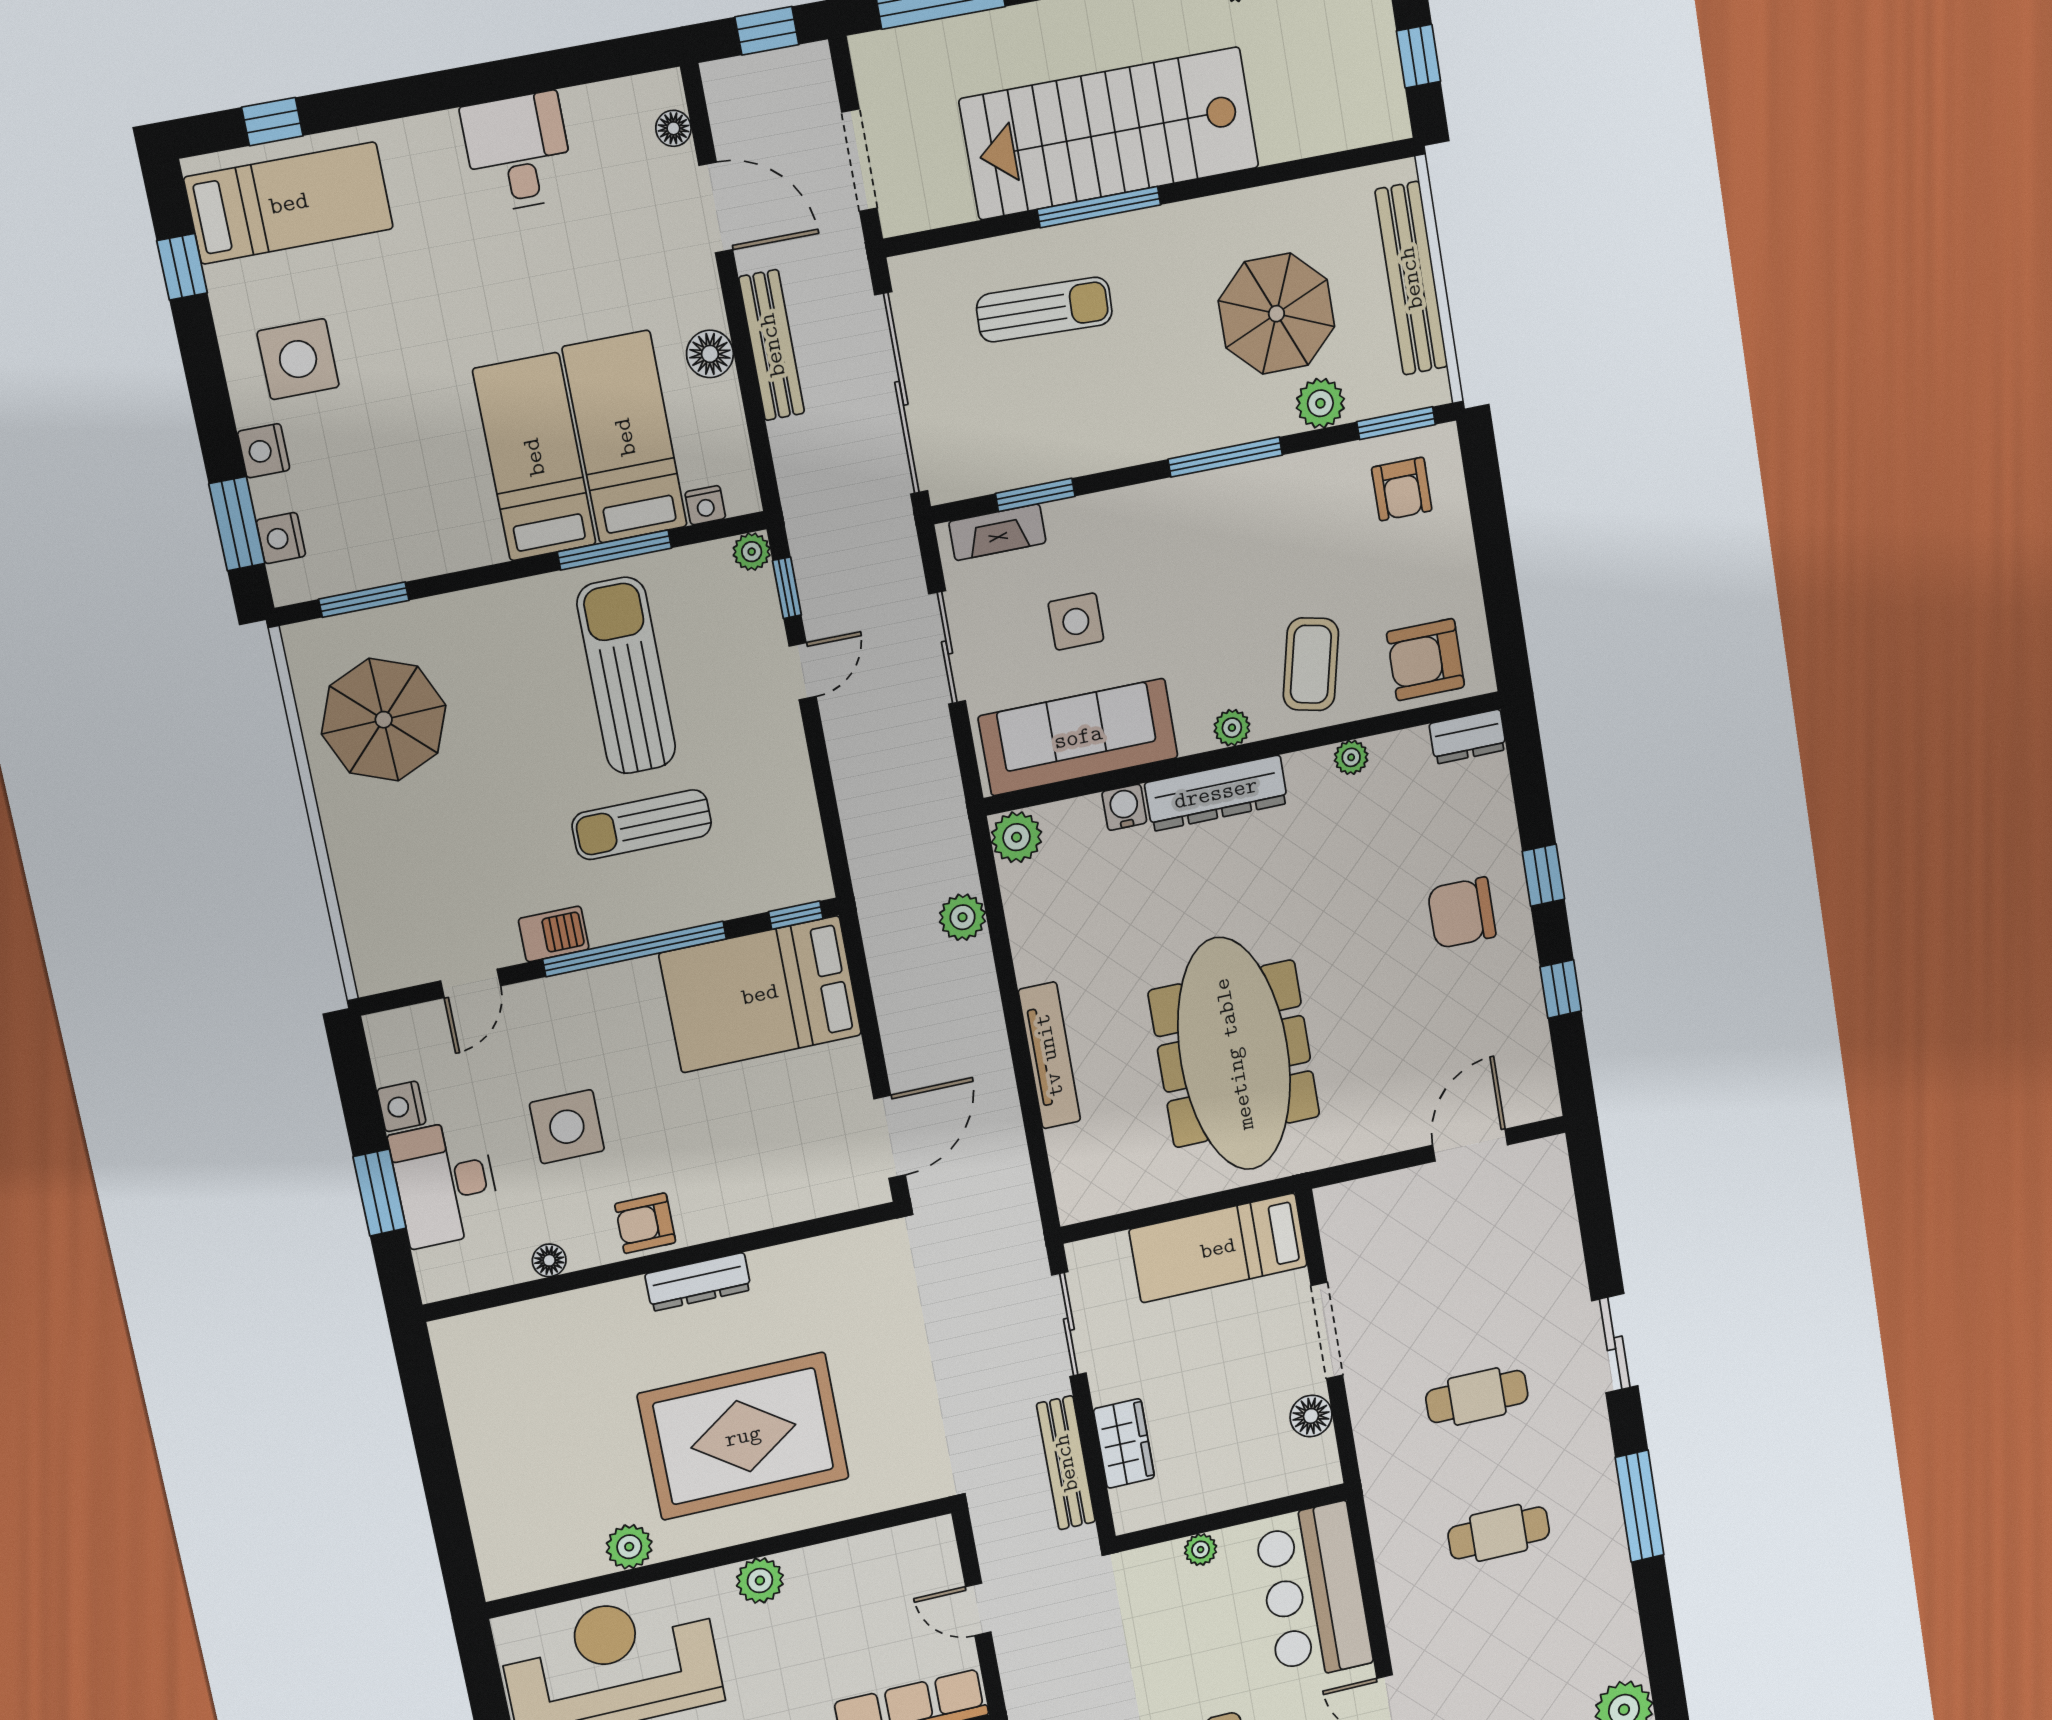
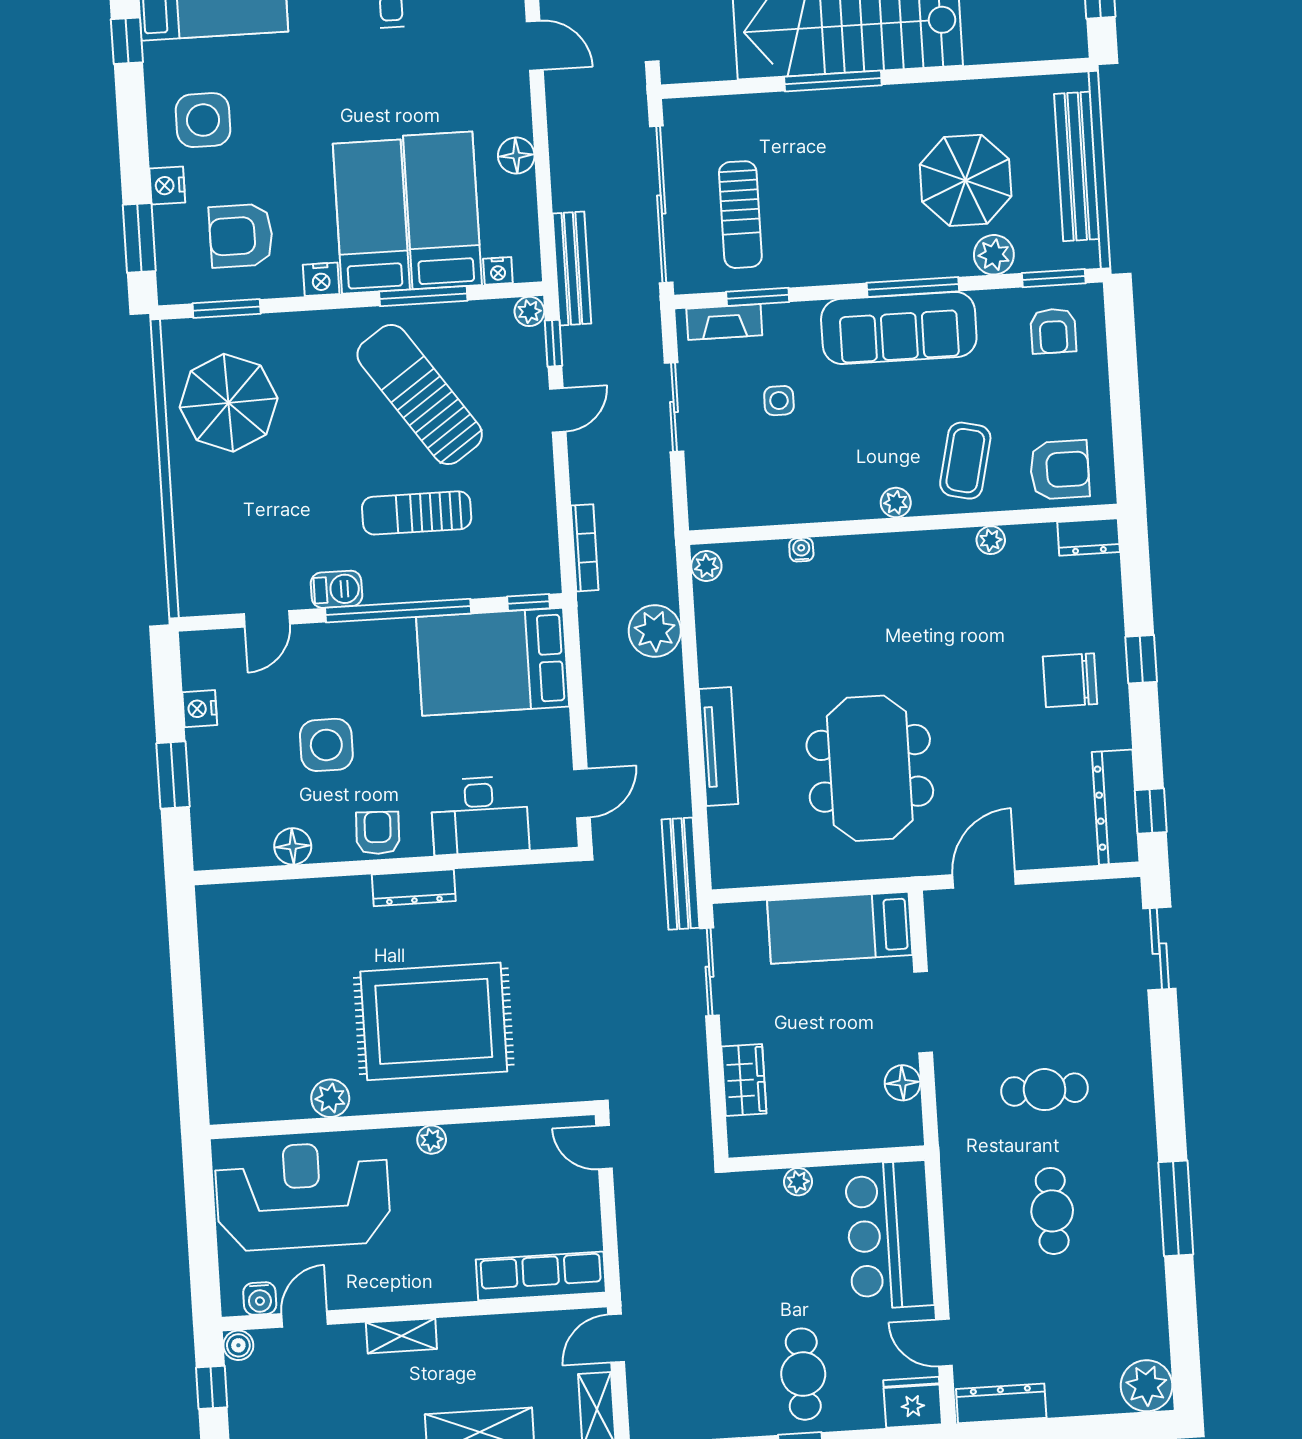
door: (716, 208) -> (535, 46), width x0.73
sun lounger: (1044, 310) -> (740, 215), moved, turned 88
bench: (772, 345) -> (572, 269), moved
armchair: (369, 503) -> (241, 236), added
nightstand: (281, 538) -> (321, 279), moved, turned -90
side table: (1076, 621) -> (779, 401), width x0.73, depth x0.73
armchair: (1425, 660) -> (1060, 470), turned 180
sun lounger: (626, 676) -> (420, 395), turned -35
sofa: (1078, 737) -> (899, 328), moved, turned 180
dresser: (1216, 793) -> (1116, 807), moved, turned 90
water cooler: (1124, 807) -> (801, 550), width x0.72, depth x0.72
plant: (1017, 837) -> (706, 566), width x0.73, depth x0.73
bookcase: (857, 838) -> (585, 548), added
plant: (963, 917) -> (655, 631), width x1.36, depth x1.36
window: (1561, 989) -> (1151, 811), moved
meeting table: (1234, 1054) -> (870, 768), width x0.73
door: (890, 1137) -> (582, 793), width x0.73
door: (1470, 1145) -> (984, 879), moved
desk: (445, 1183) -> (480, 815), moved, turned -90
armchair: (645, 1223) -> (378, 833), turned 92
floor lamp: (549, 1260) -> (293, 846), width x1.37, depth x1.37
sliding door: (1615, 1343) -> (1159, 949), moved
bench: (1066, 1463) -> (681, 874), moved
cafe table: (1499, 1533) -> (1052, 1211), turned 90
plant: (760, 1580) -> (432, 1140), width x0.73, depth x0.73
door: (978, 1609) -> (604, 1147), moved

